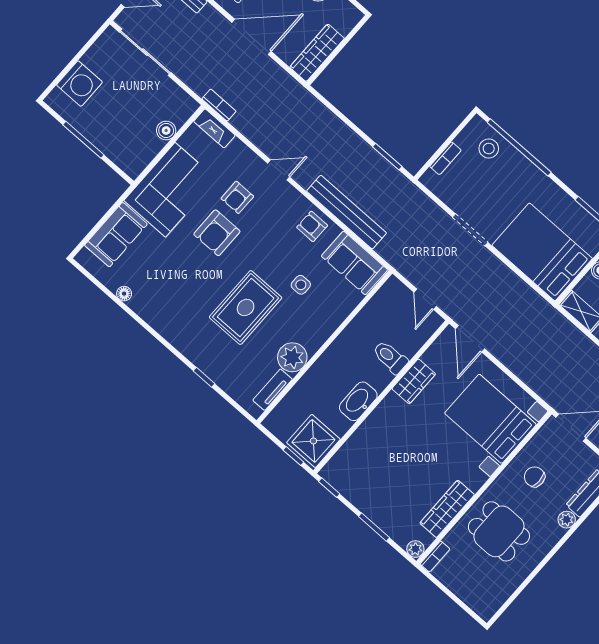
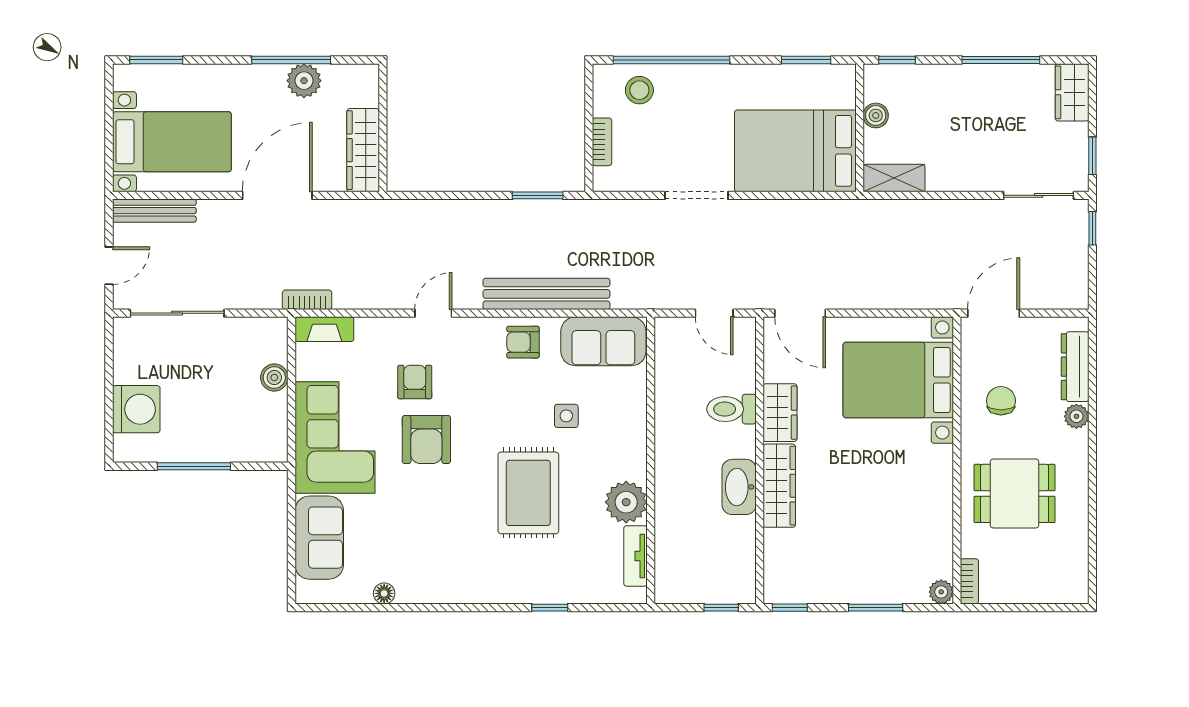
armchair: (237, 197) -> (415, 382), turned 180
shower: (313, 441) -> (728, 572), removed
chair: (534, 477) -> (1001, 401), turned 90
wardrobe: (447, 509) -> (779, 486), moved, turned 180

